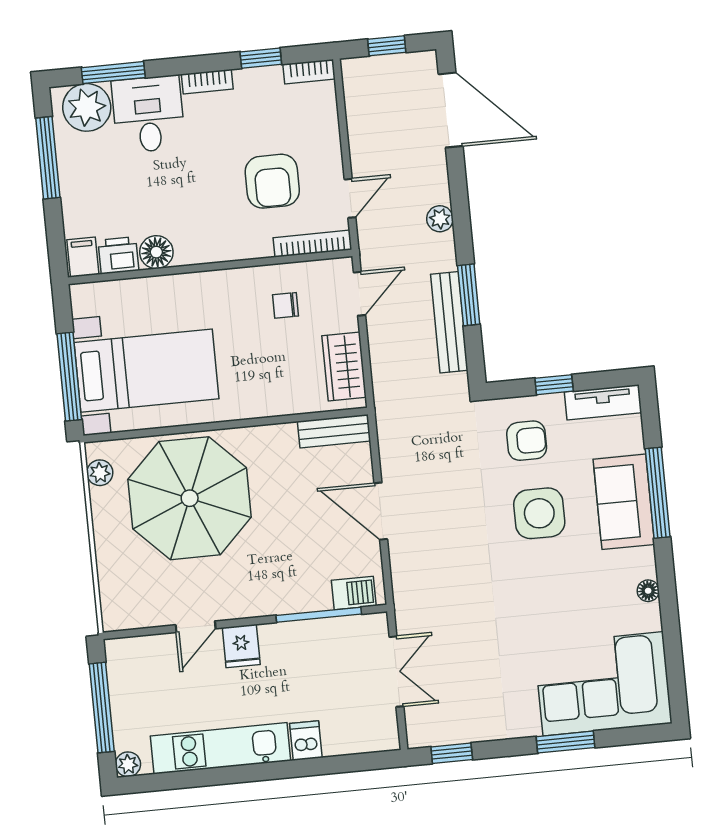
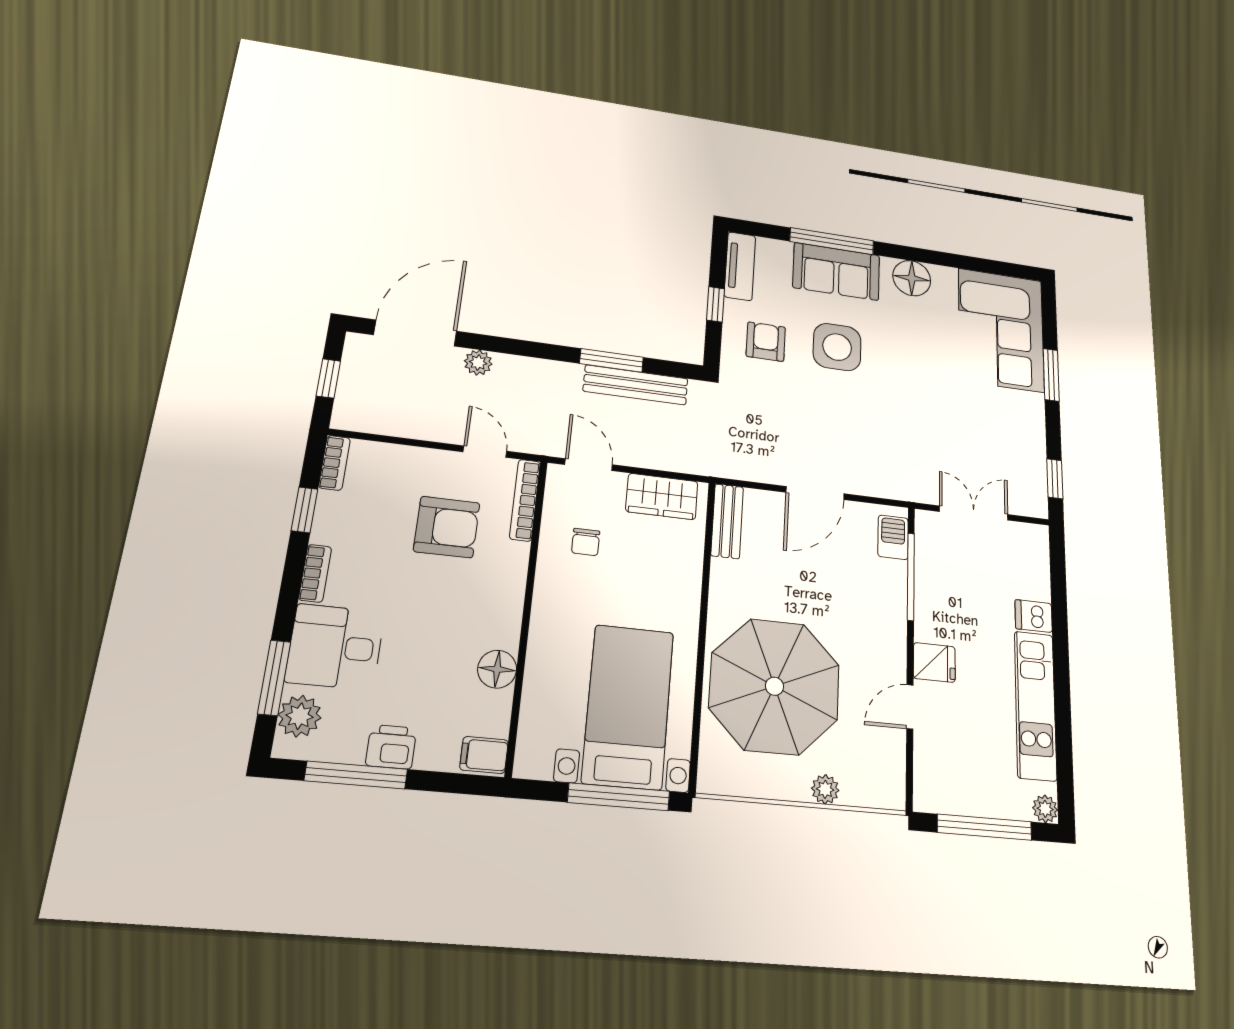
plant: (87, 107) -> (300, 716), width x0.73, depth x0.73
plant: (440, 219) -> (478, 363), moved
printer: (118, 255) -> (391, 747), moved, turned 90
plant: (100, 473) -> (825, 789), moved
floor lamp: (648, 591) -> (912, 278), width x1.89, depth x1.89
door: (196, 627) -> (910, 707), swing flipped

